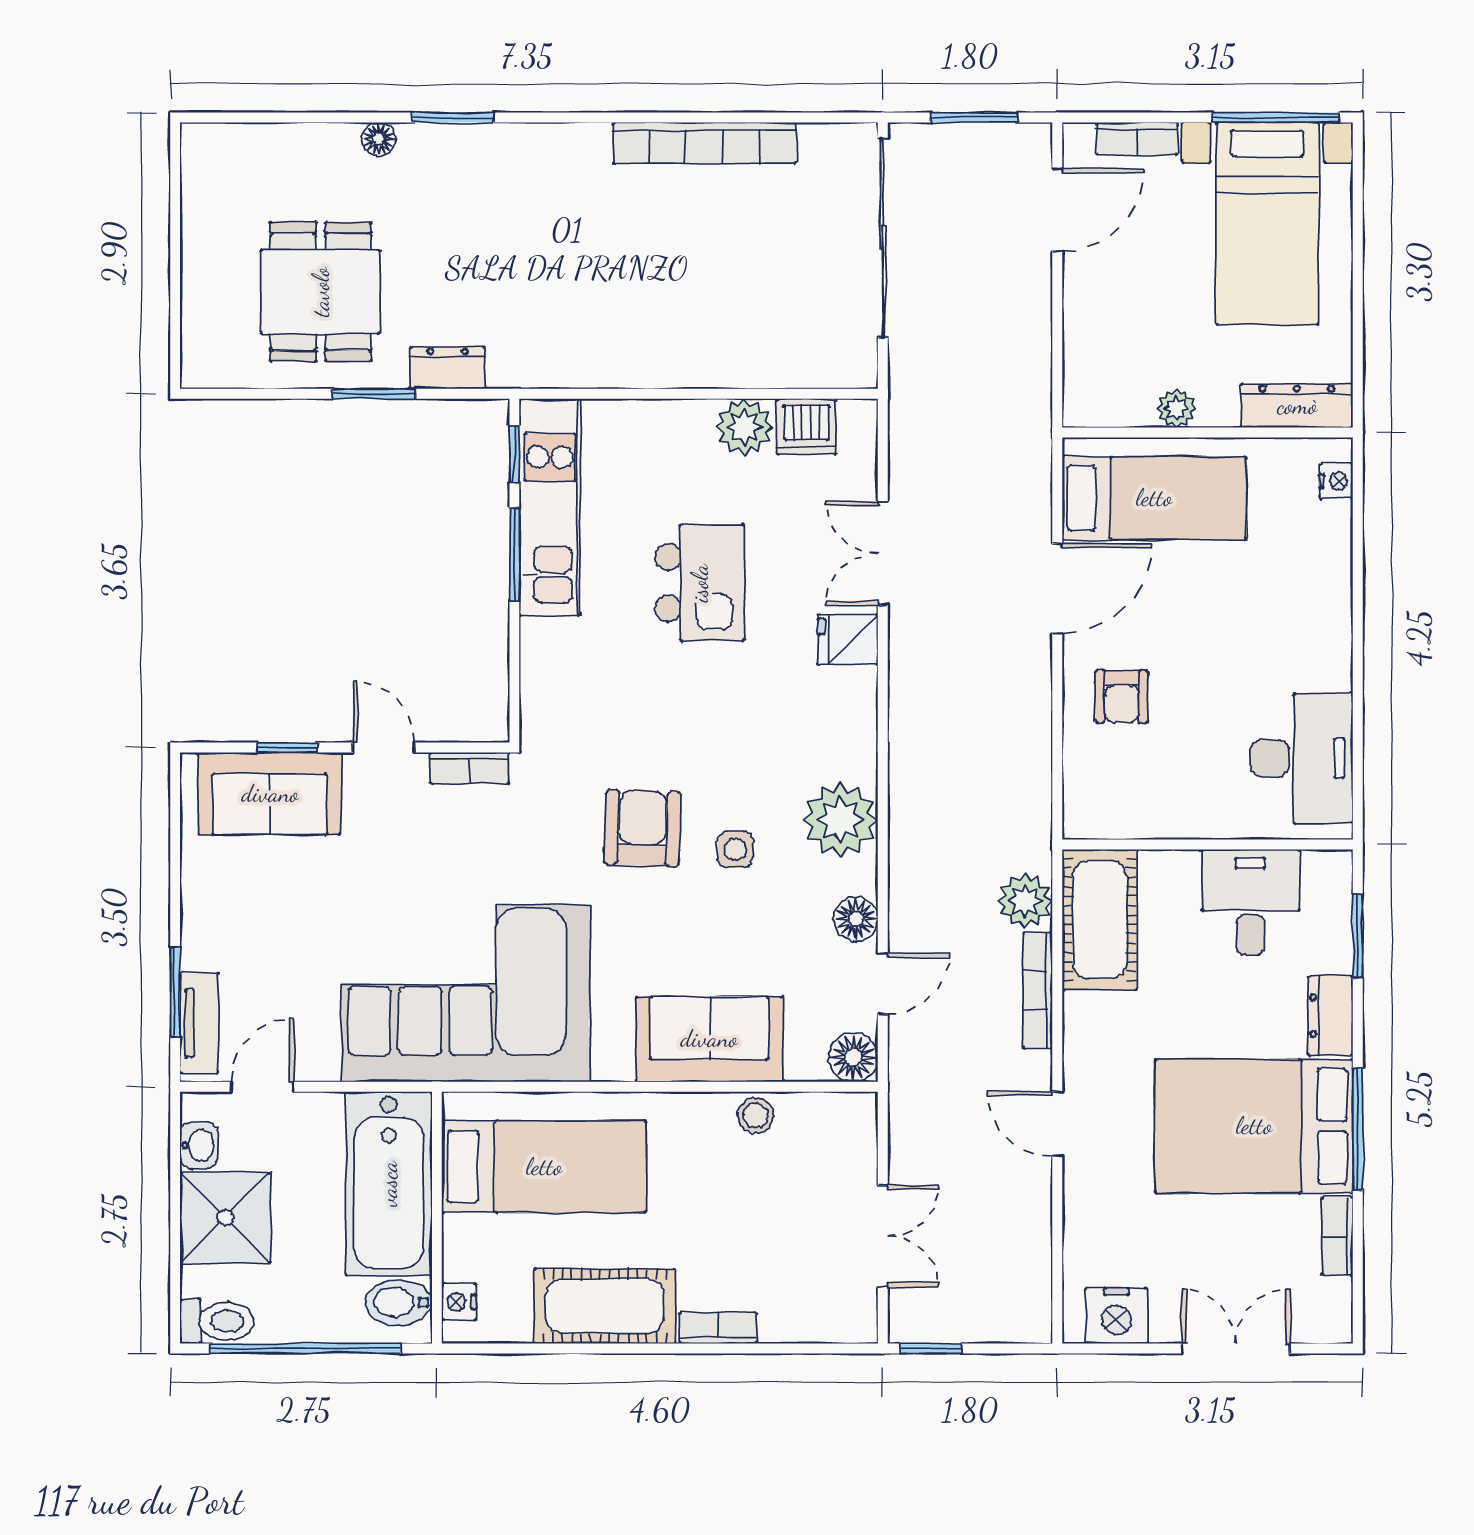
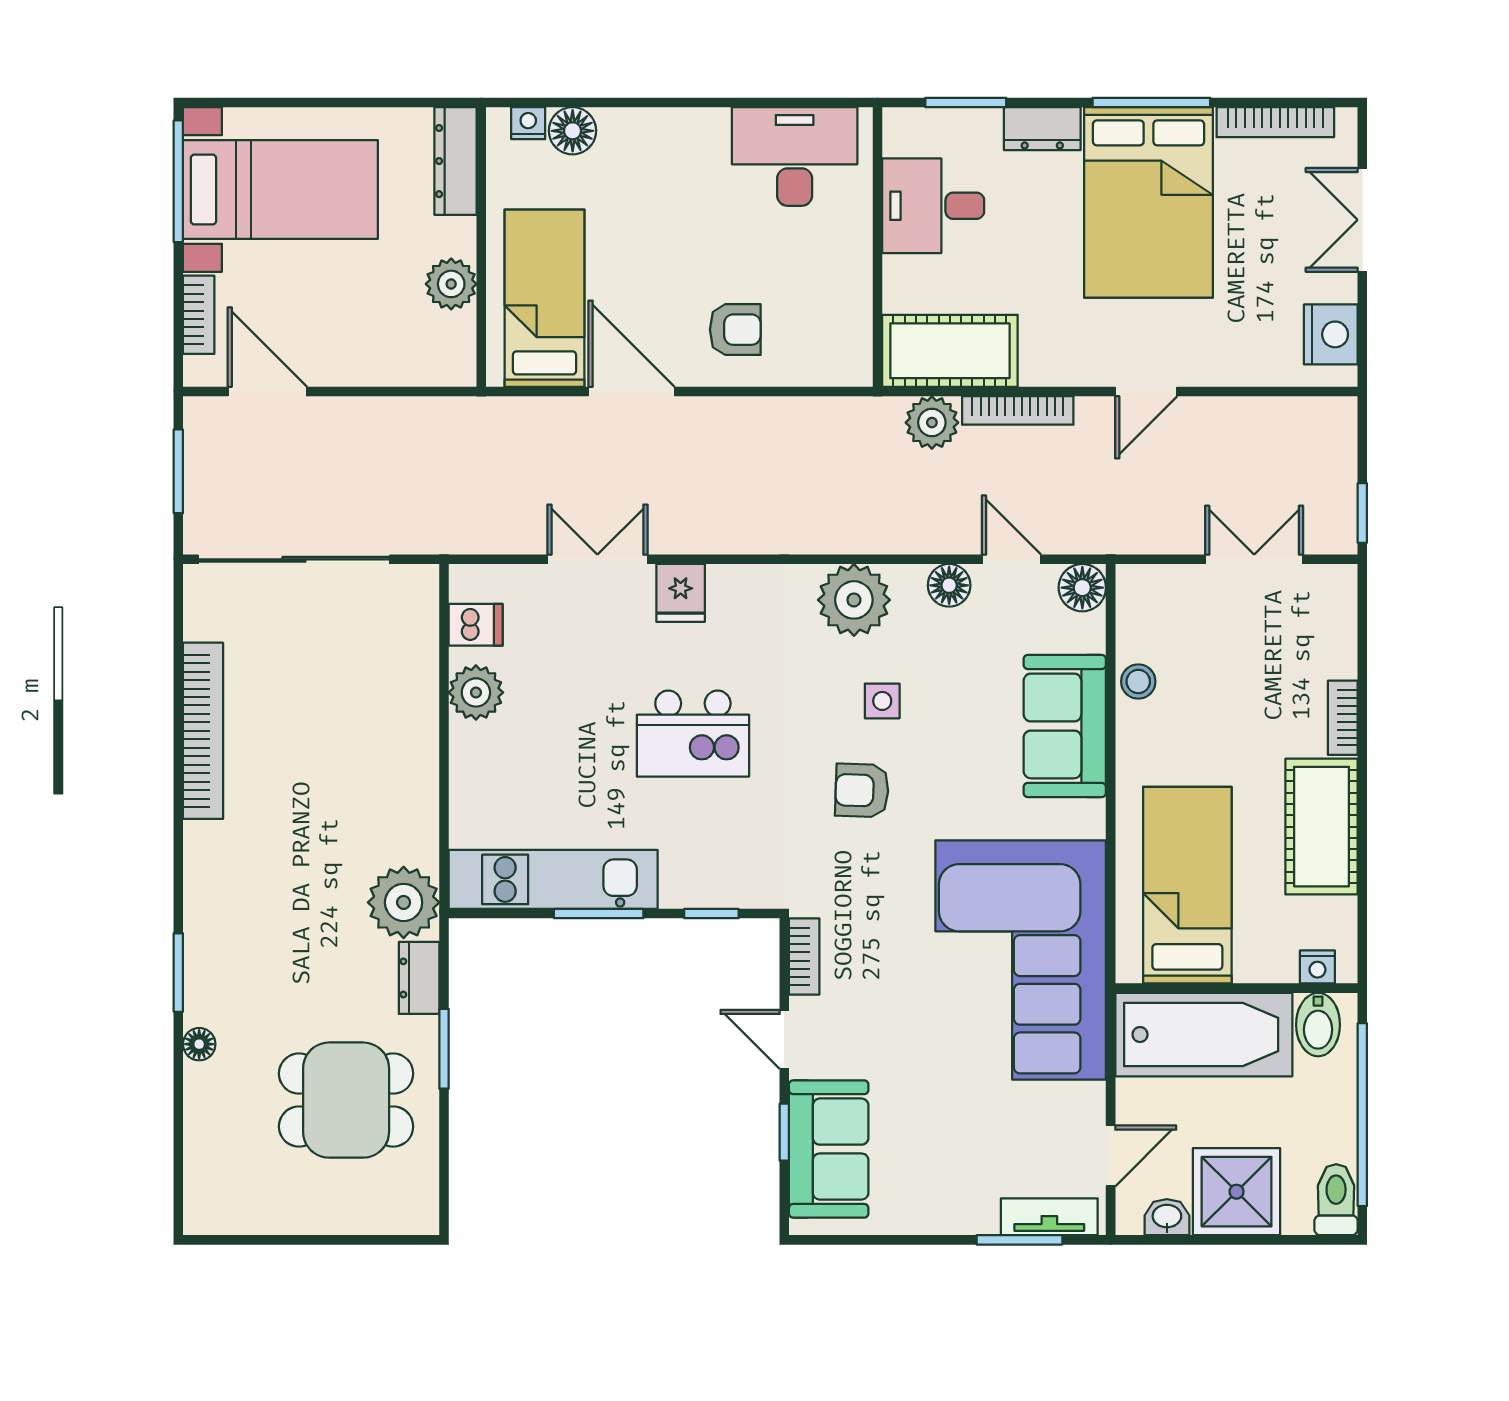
plant: (526, 352) -> (404, 902), added
plant: (1176, 408) -> (451, 284), width x1.38, depth x1.38
dishwasher: (806, 427) -> (476, 625), width x0.73
window: (514, 454) -> (711, 914), moved
floor lamp: (1328, 527) -> (573, 131), added
double door: (883, 553) -> (597, 559), swing flipped
kitchen island: (700, 583) -> (693, 734), moved, turned 180
door: (384, 747) -> (784, 1039), hinge flipped
armchair: (642, 828) -> (862, 790), width x0.72, depth x0.72
door: (262, 1087) -> (1111, 1156), swing flipped
bookcase: (1337, 1236) -> (1275, 122), width x1.56

